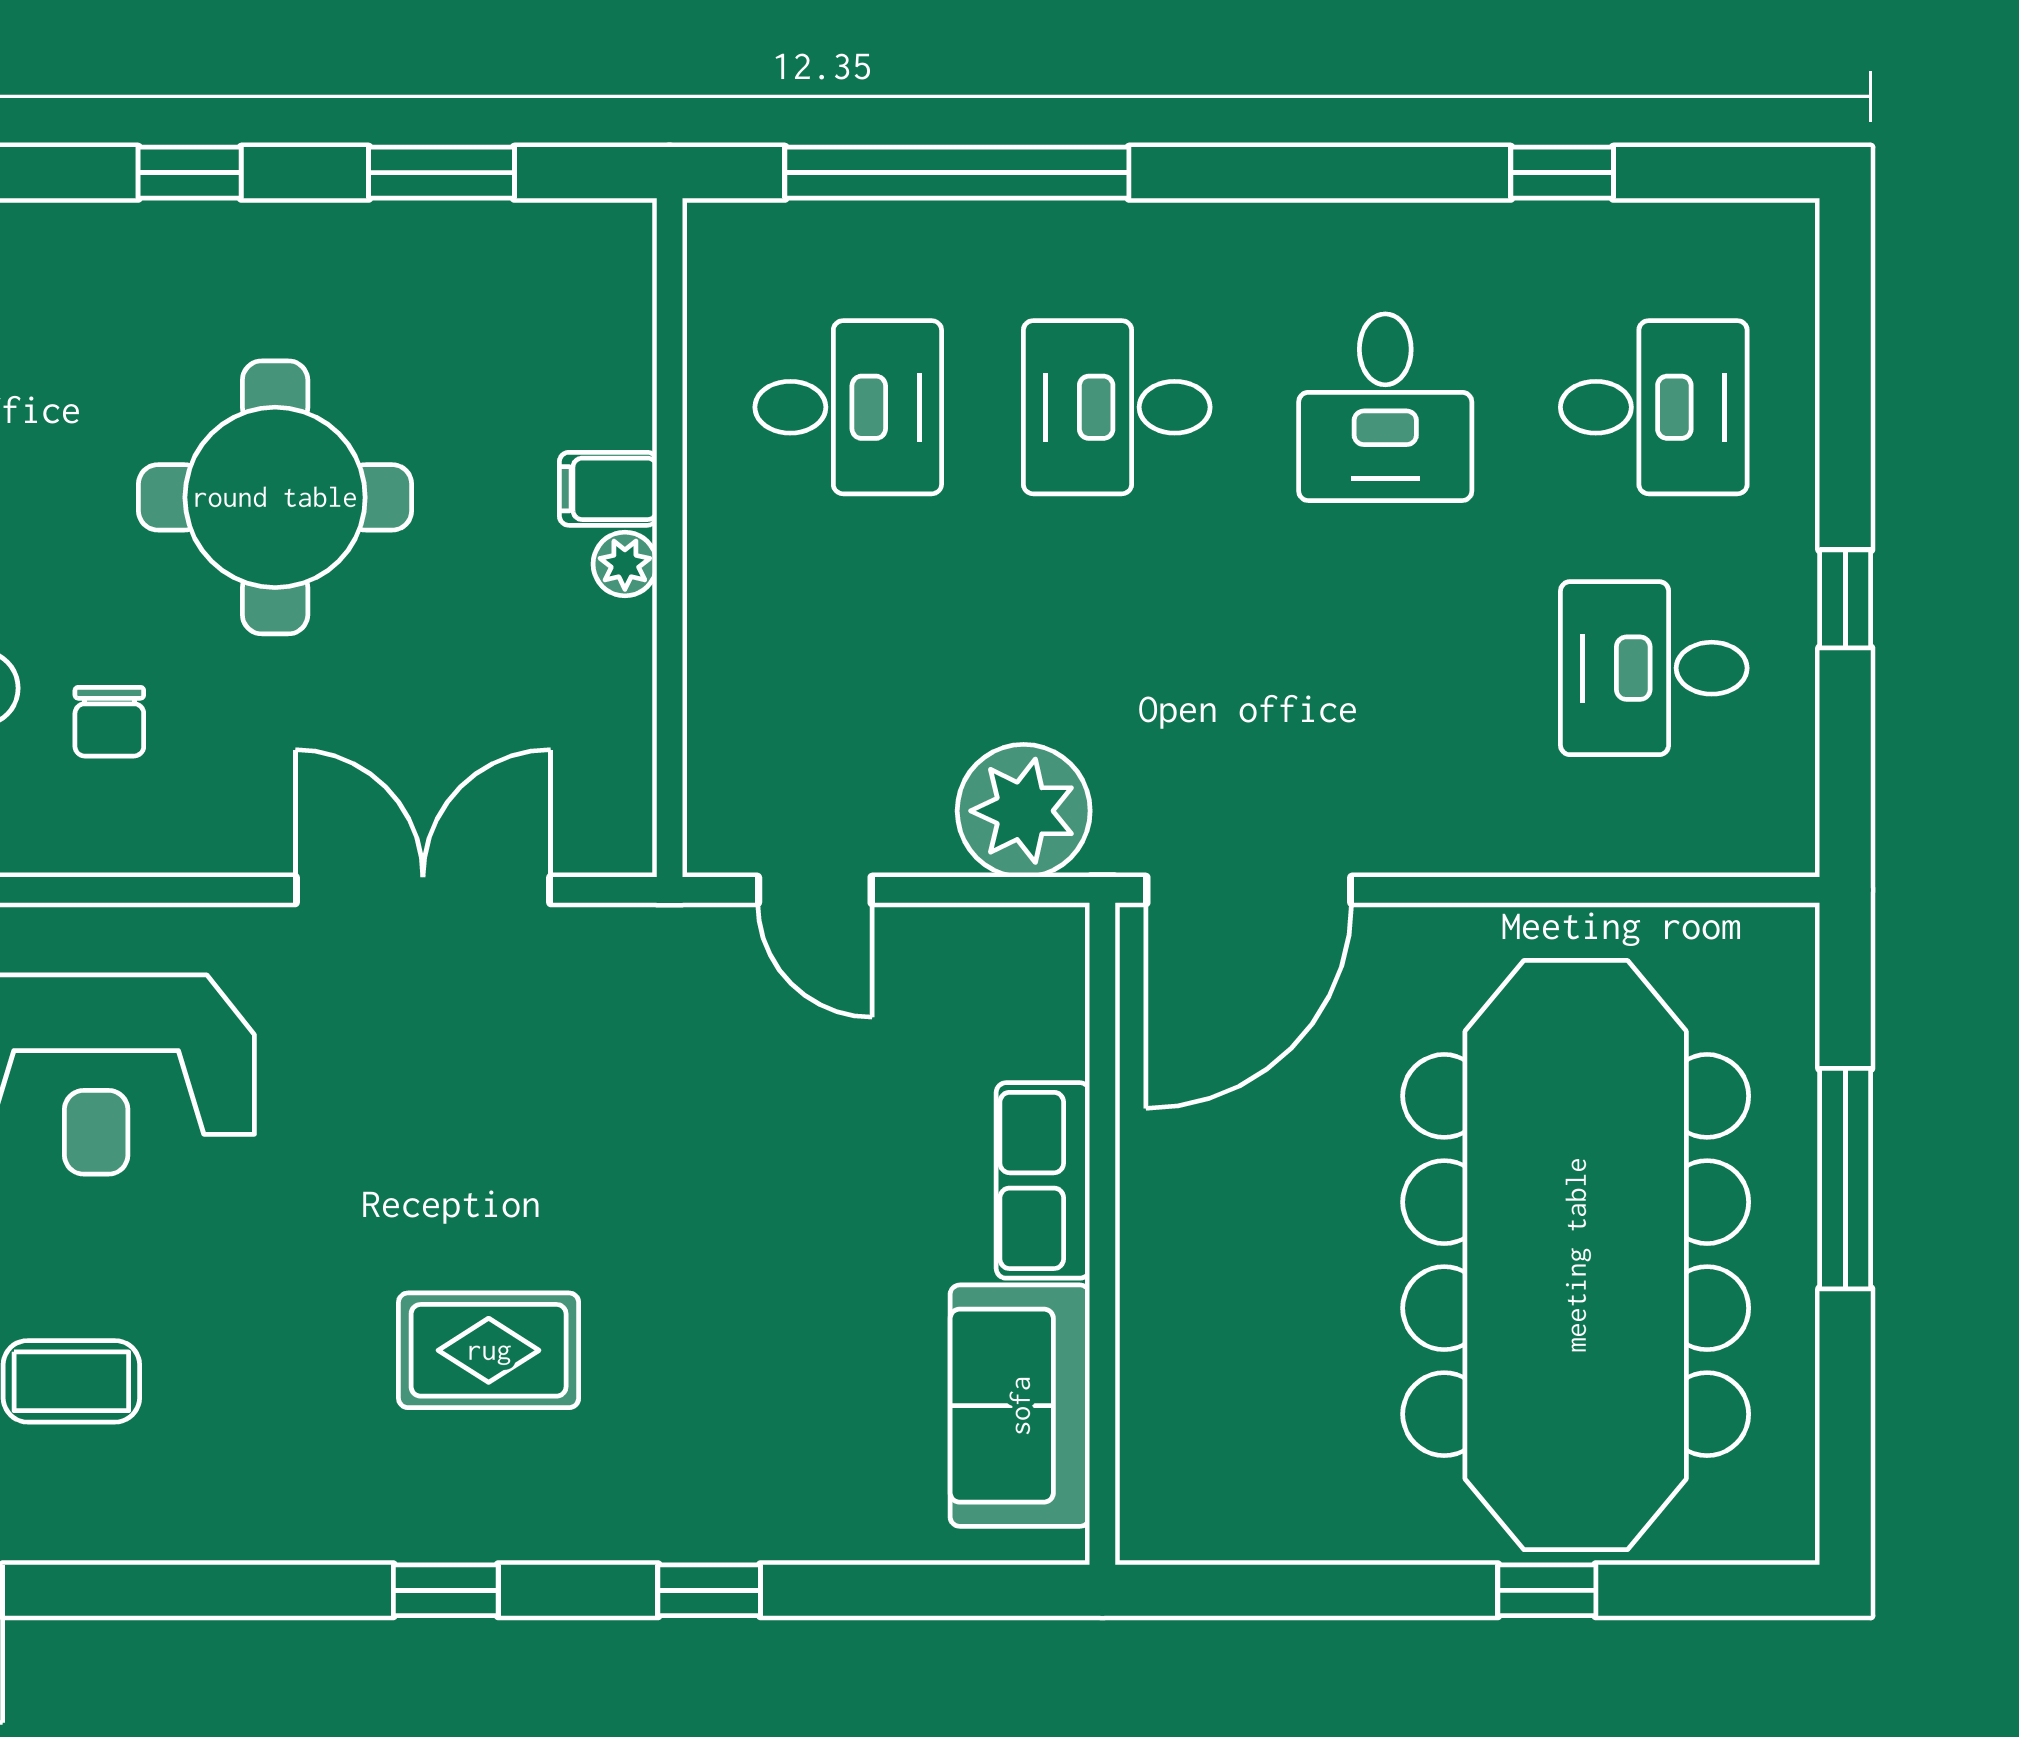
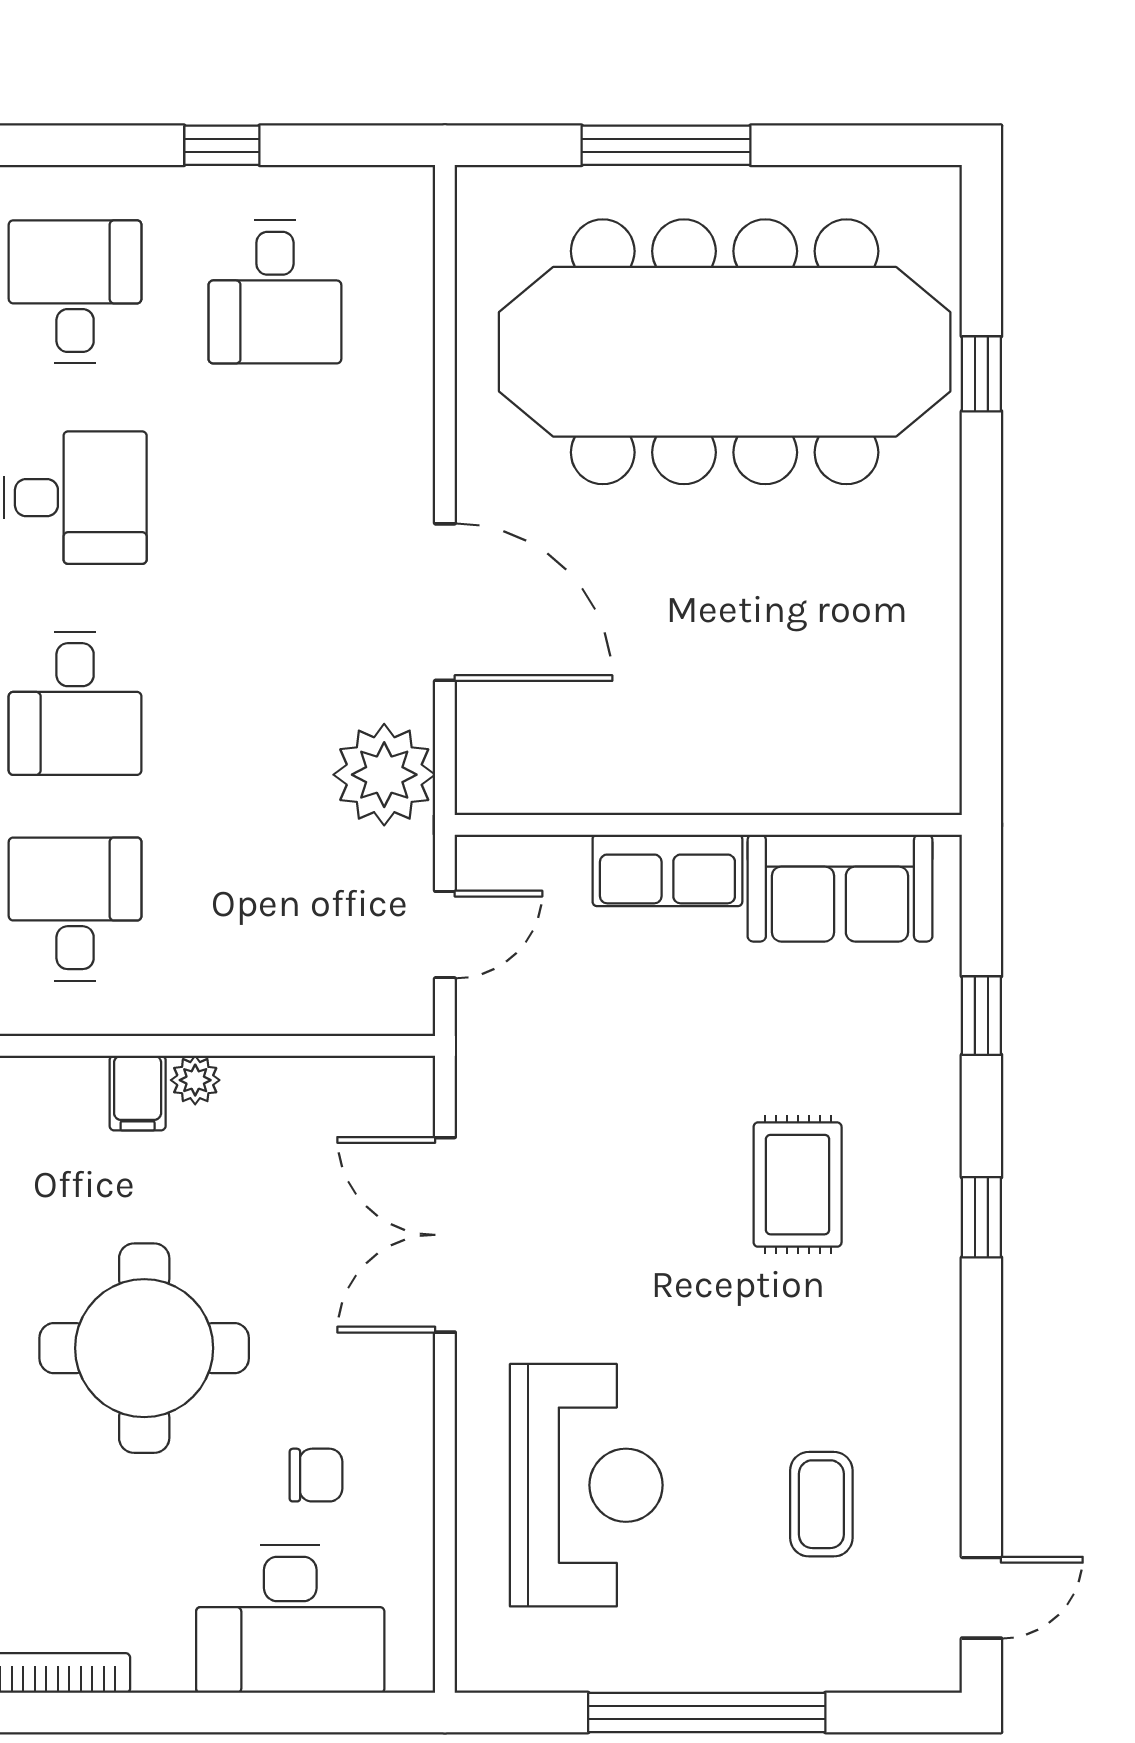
row of seats: (1043, 1180) -> (667, 870), moved
wall: (1102, 1234) -> (708, 825), moved
sofa: (1020, 1406) -> (840, 888), moved

